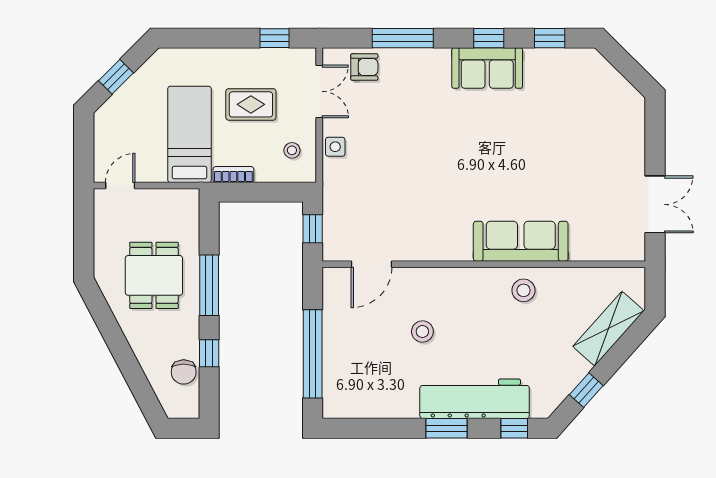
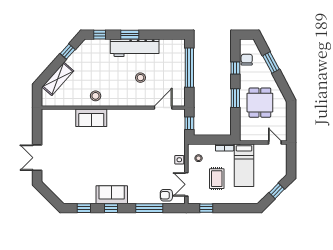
rug: (251, 104) -> (217, 179), turned 90
door: (120, 186) -> (275, 143), swing flipped
double door: (655, 204) -> (37, 158), moved
sofa: (521, 241) -> (91, 118), width x0.73
window: (209, 285) -> (235, 98), width x0.69
window: (129, 365) -> (271, 62), added
workbench: (475, 399) -> (135, 48), moved

